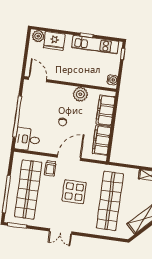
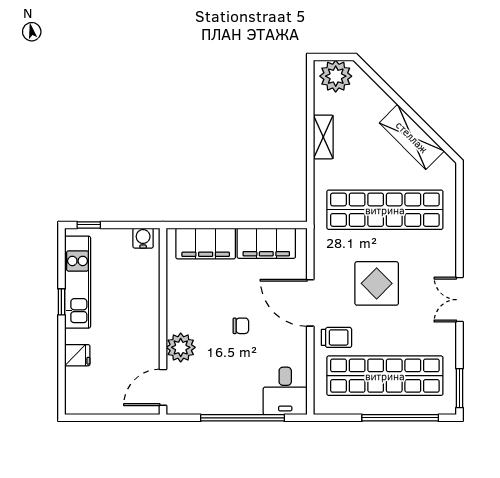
plant: (38, 36) -> (76, 398), removed
fridge: (54, 41) -> (77, 355), width x0.53, depth x0.75
plant: (80, 94) -> (181, 347), moved
double door: (61, 231) -> (460, 300), swing flipped

